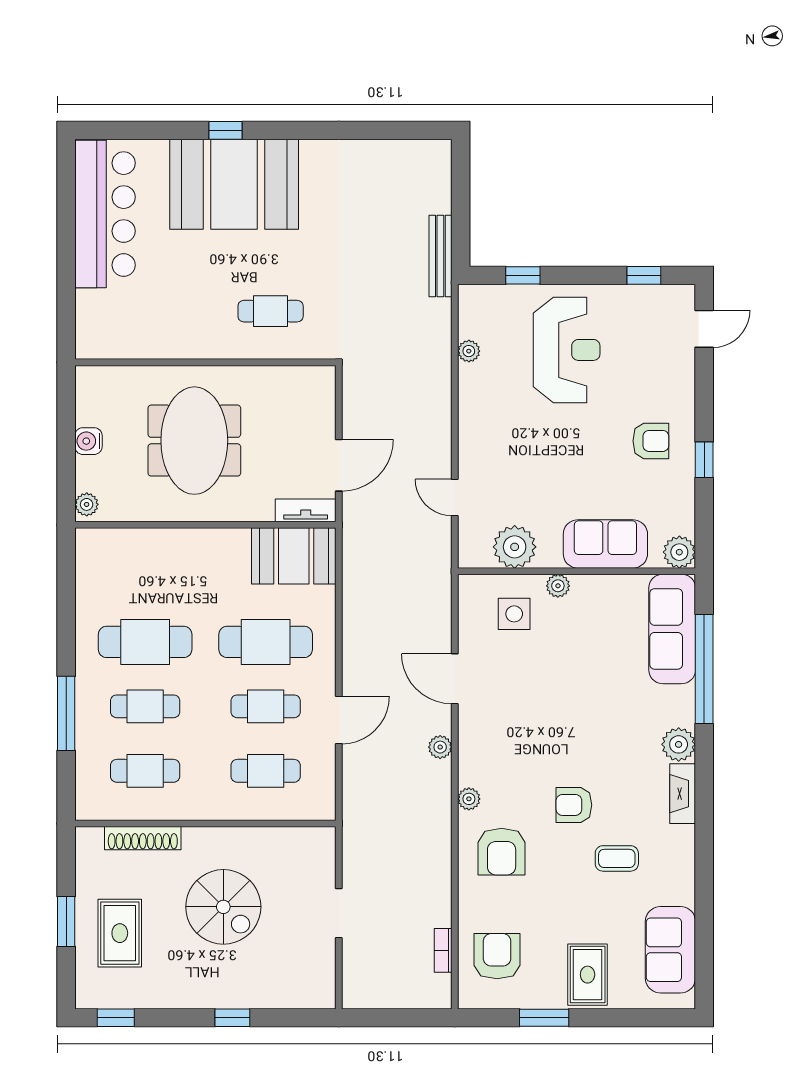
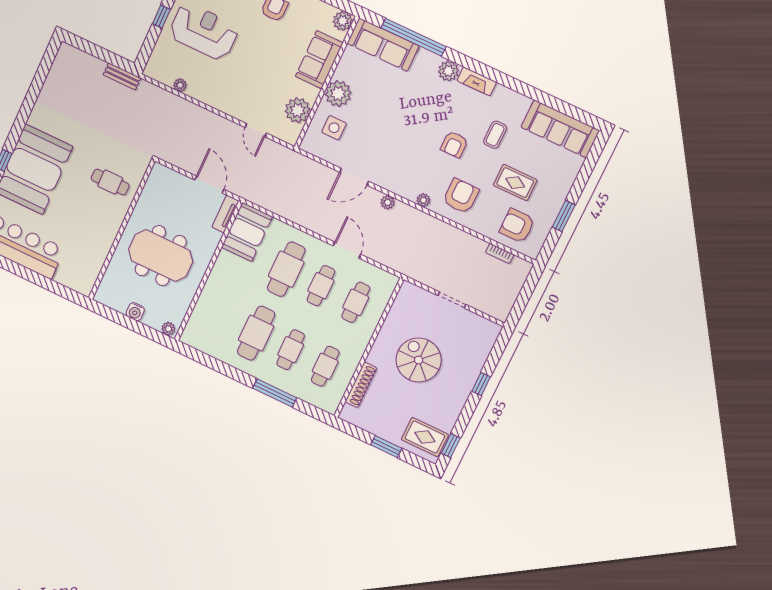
bench: (440, 256) -> (122, 76), width x0.73
window: (523, 275) -> (161, 16), moved
cafe table: (271, 311) -> (110, 182), turned 90
door: (455, 498) -> (256, 130), hinge flipped
plant: (558, 586) -> (338, 94), width x1.88, depth x1.88
armchair: (502, 852) -> (461, 196), turned -90
spiral stairs: (223, 907) -> (419, 360), turned -90
rug: (120, 933) -> (425, 437), moved
sofa: (670, 950) -> (560, 129), width x1.36
rug: (588, 975) -> (515, 183), moved

